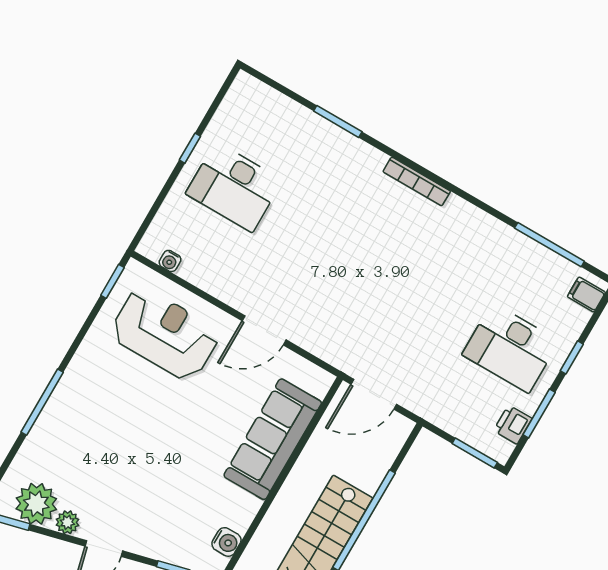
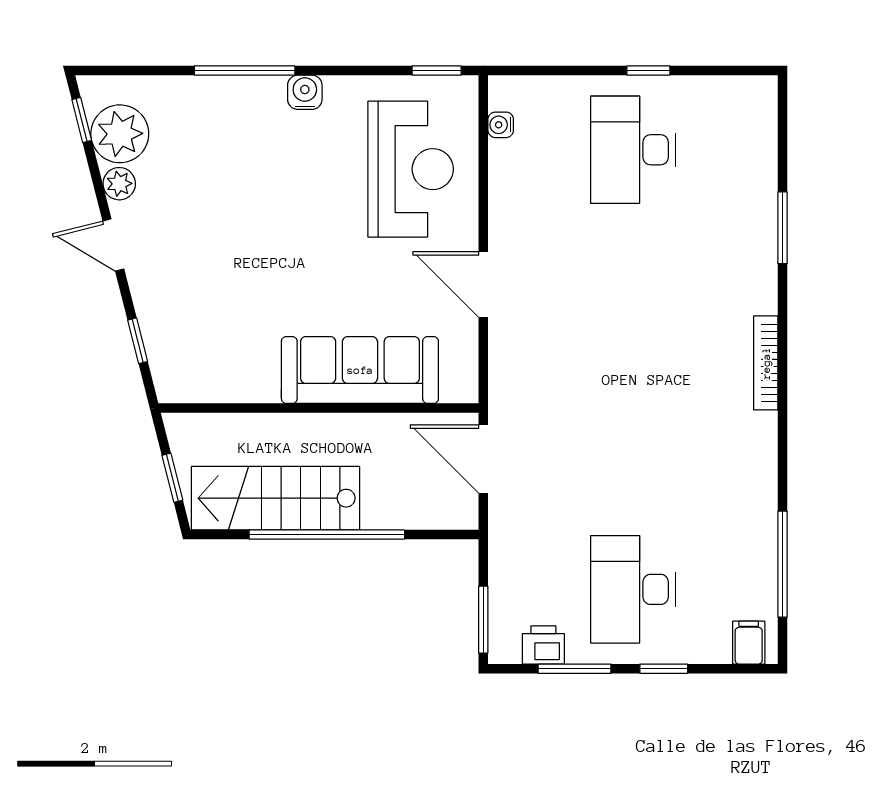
water cooler: (226, 542) -> (305, 92), moved, turned 180

